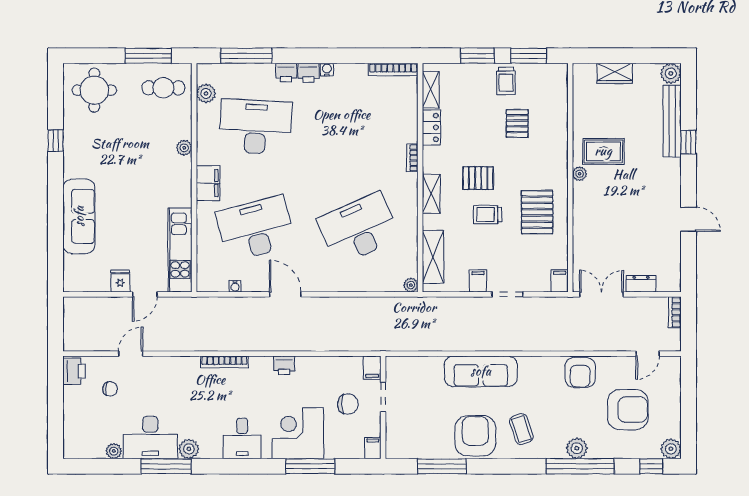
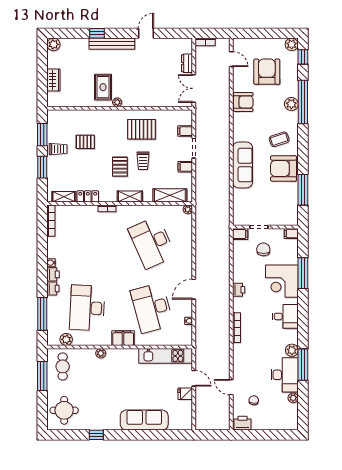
bench: (672, 121) -> (112, 44), moved
filing cabinet: (560, 281) -> (185, 131), moved

